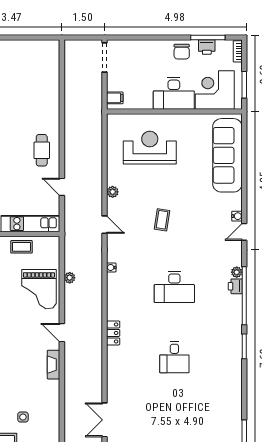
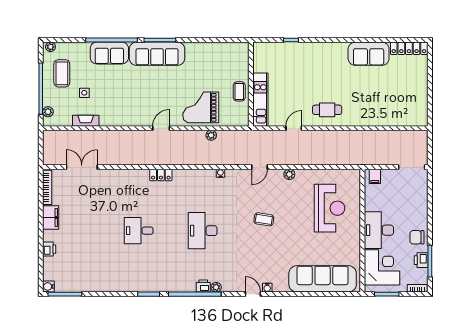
fireplace: (54, 365) -> (86, 121), moved

